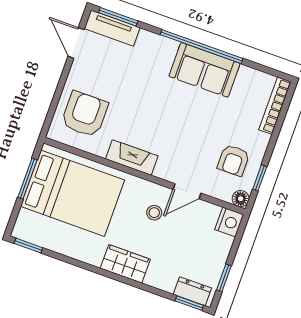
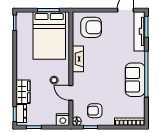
tv unit: (112, 28) -> (140, 31), width x1.41
wardrobe: (125, 264) -> (23, 92), moved

